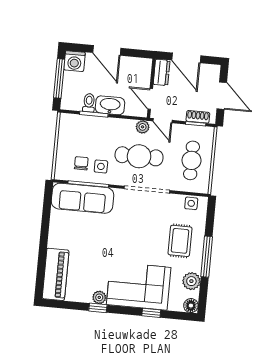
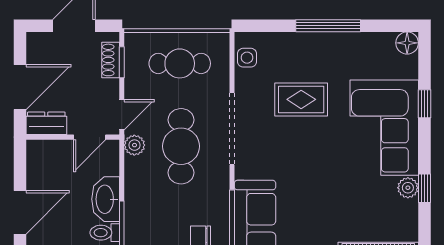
side table: (101, 166) -> (203, 204), removed
rug: (180, 241) -> (301, 99), moved
plant: (191, 281) -> (369, 46), removed

